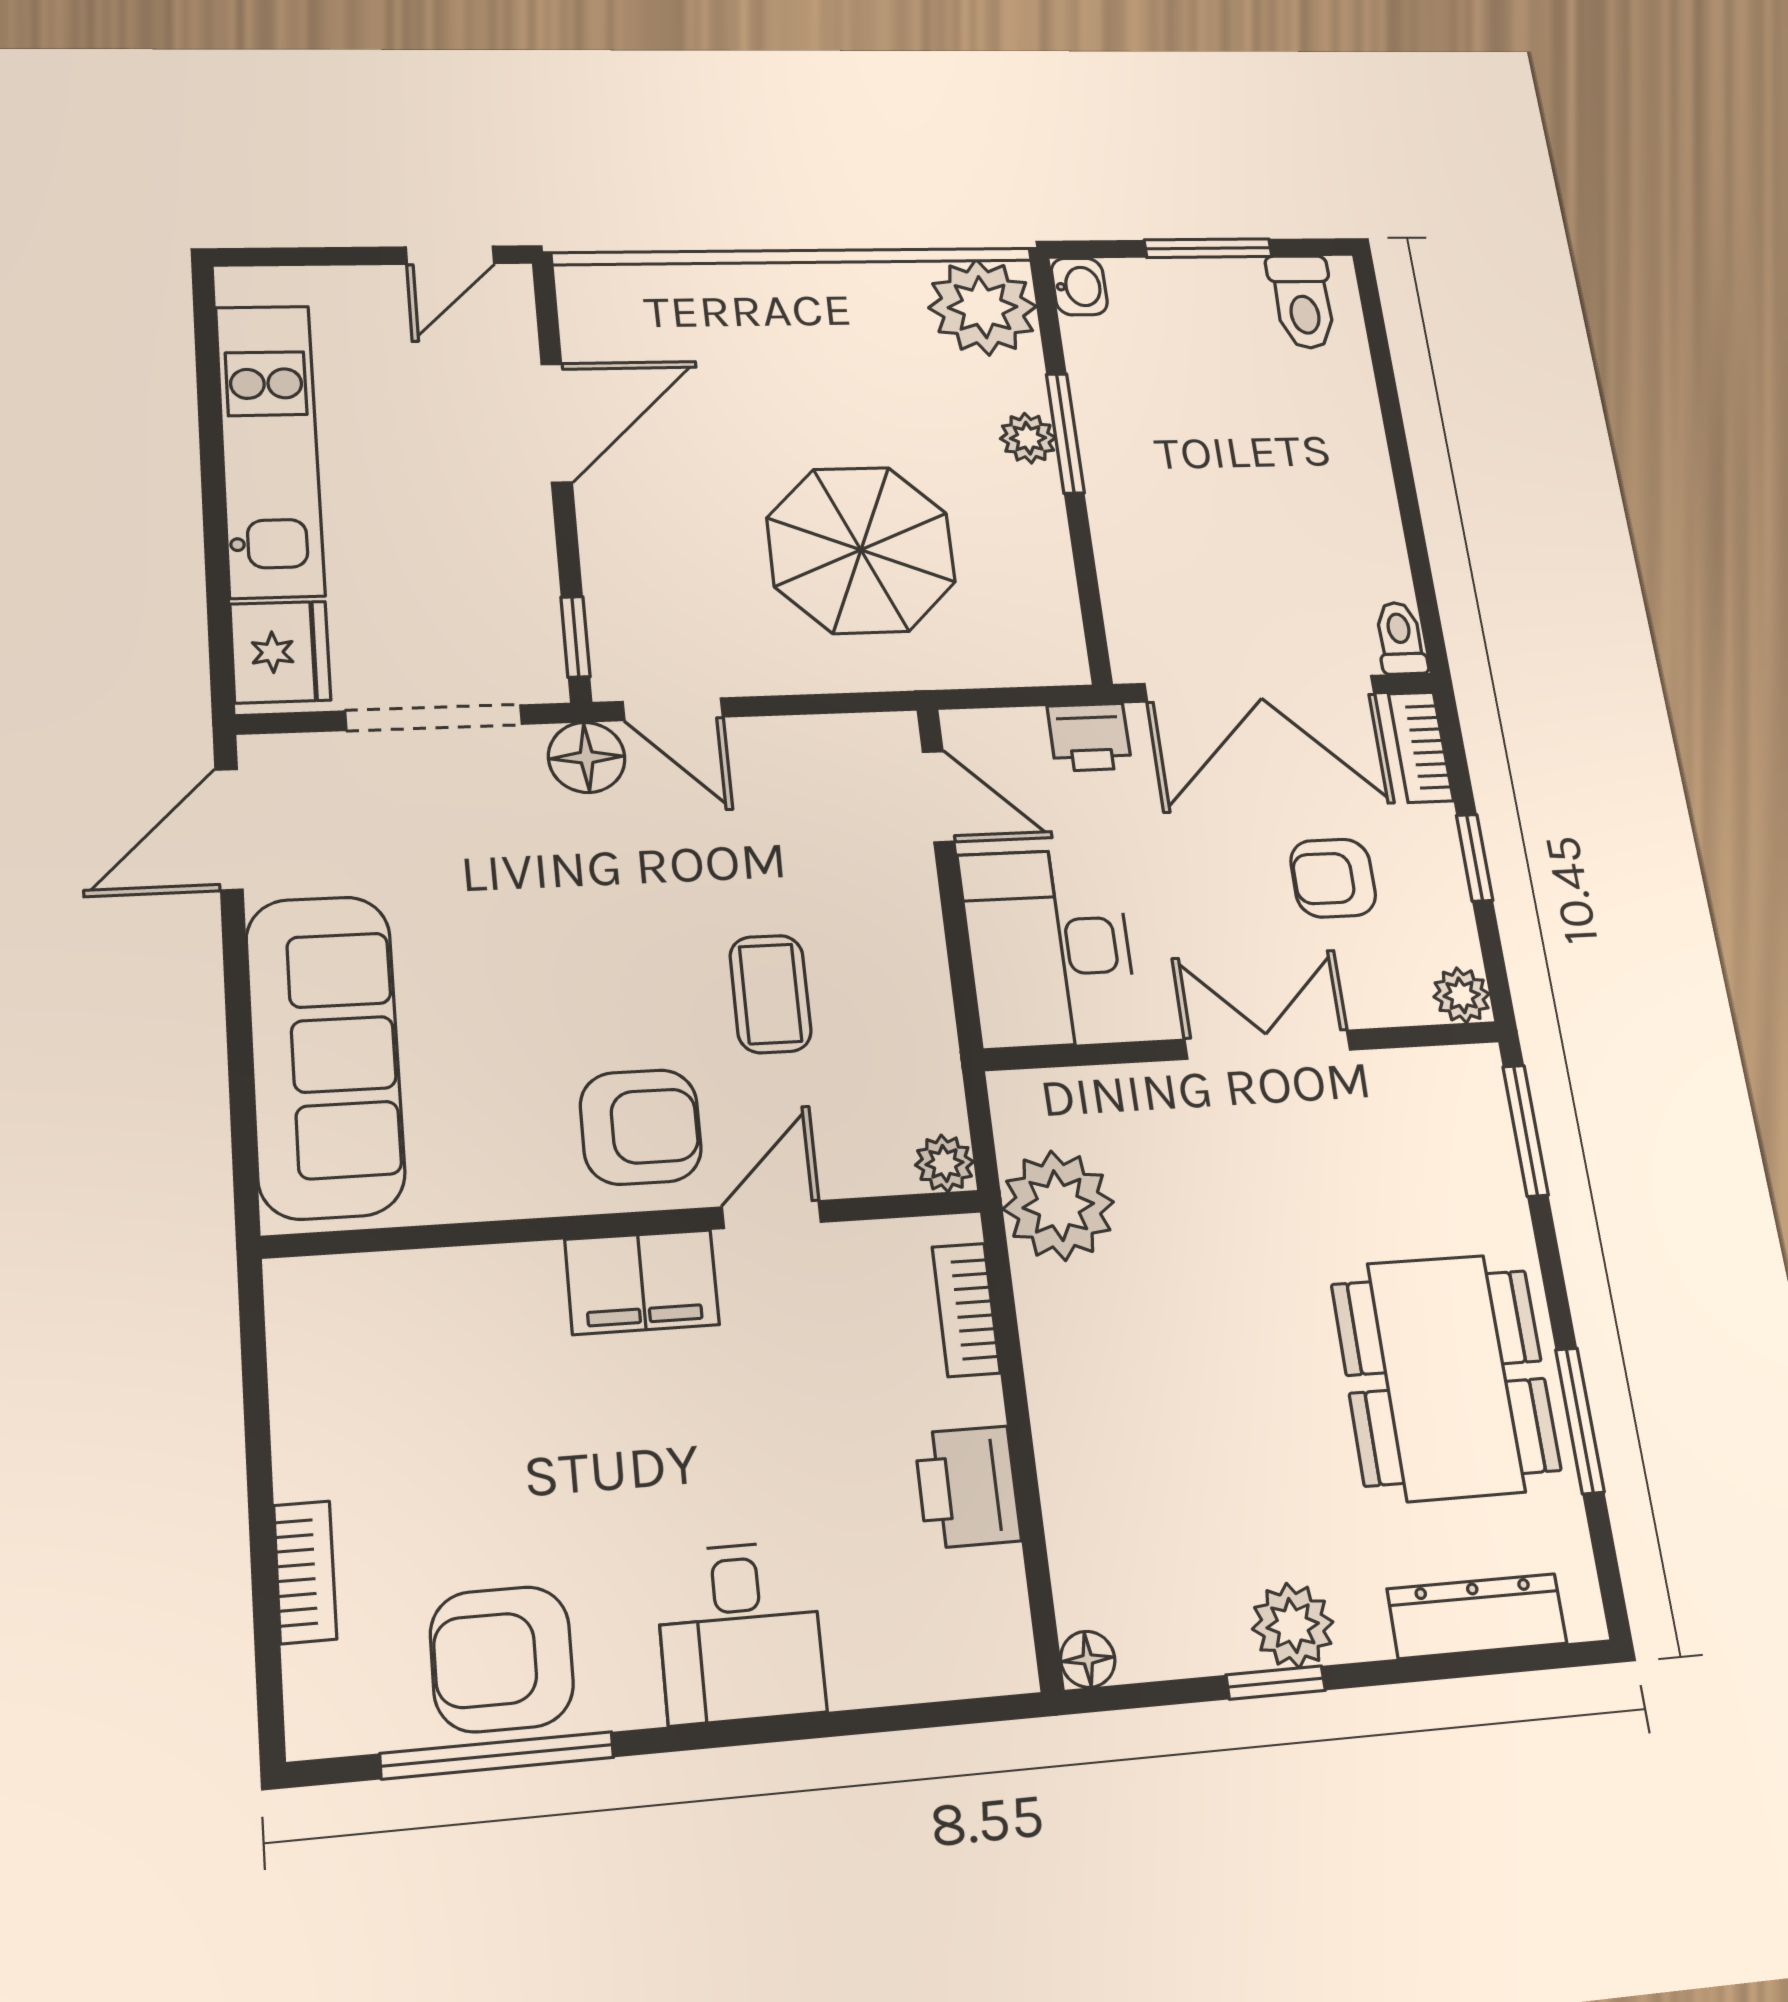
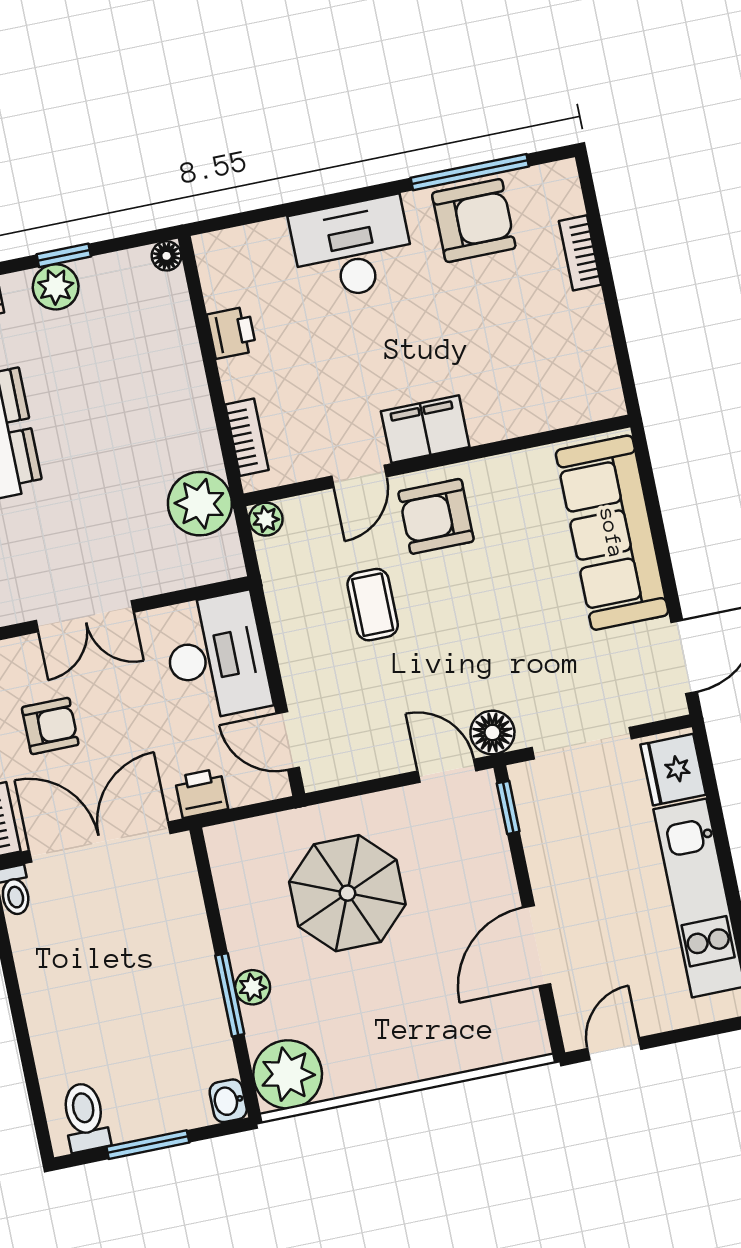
printer: (967, 1487) -> (232, 333), width x0.73, depth x0.81
desk: (740, 1632) -> (352, 249), width x1.37

